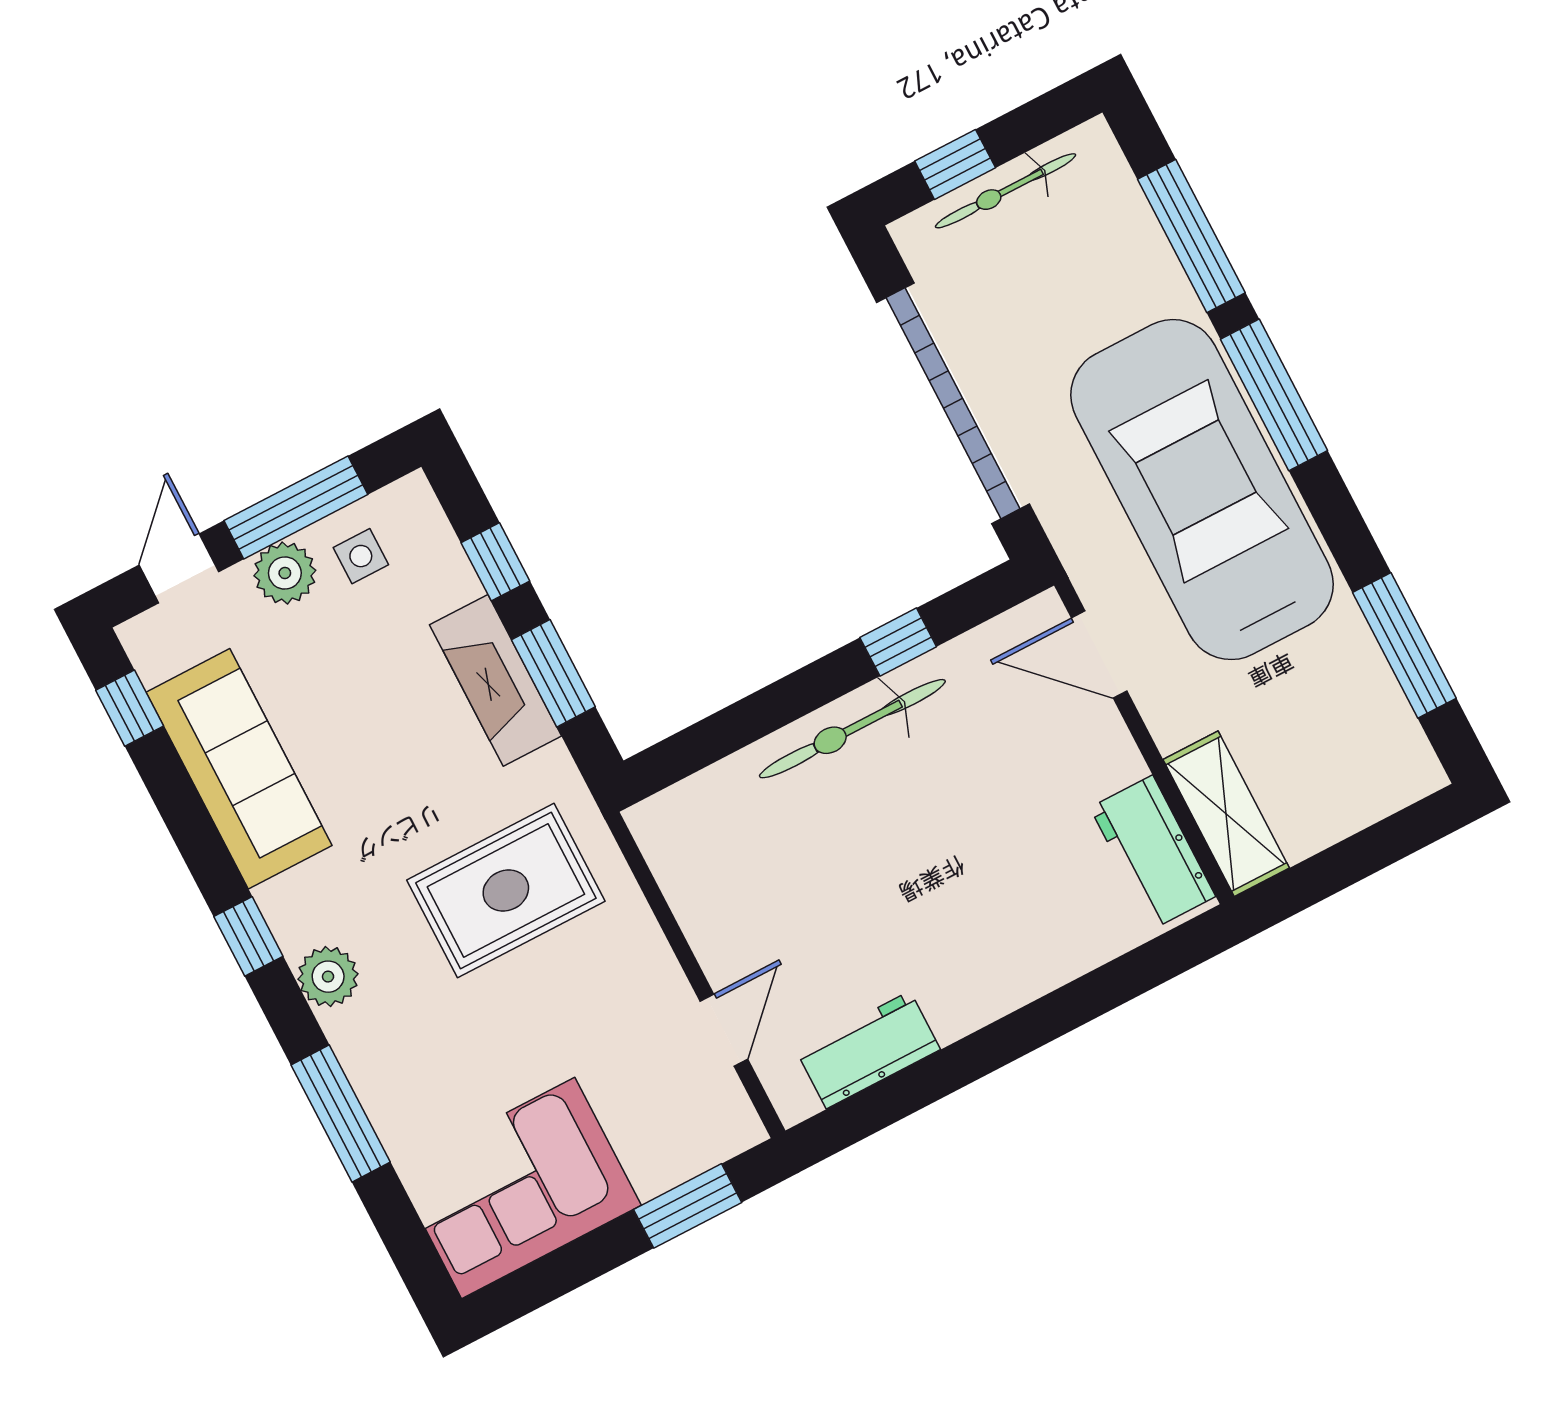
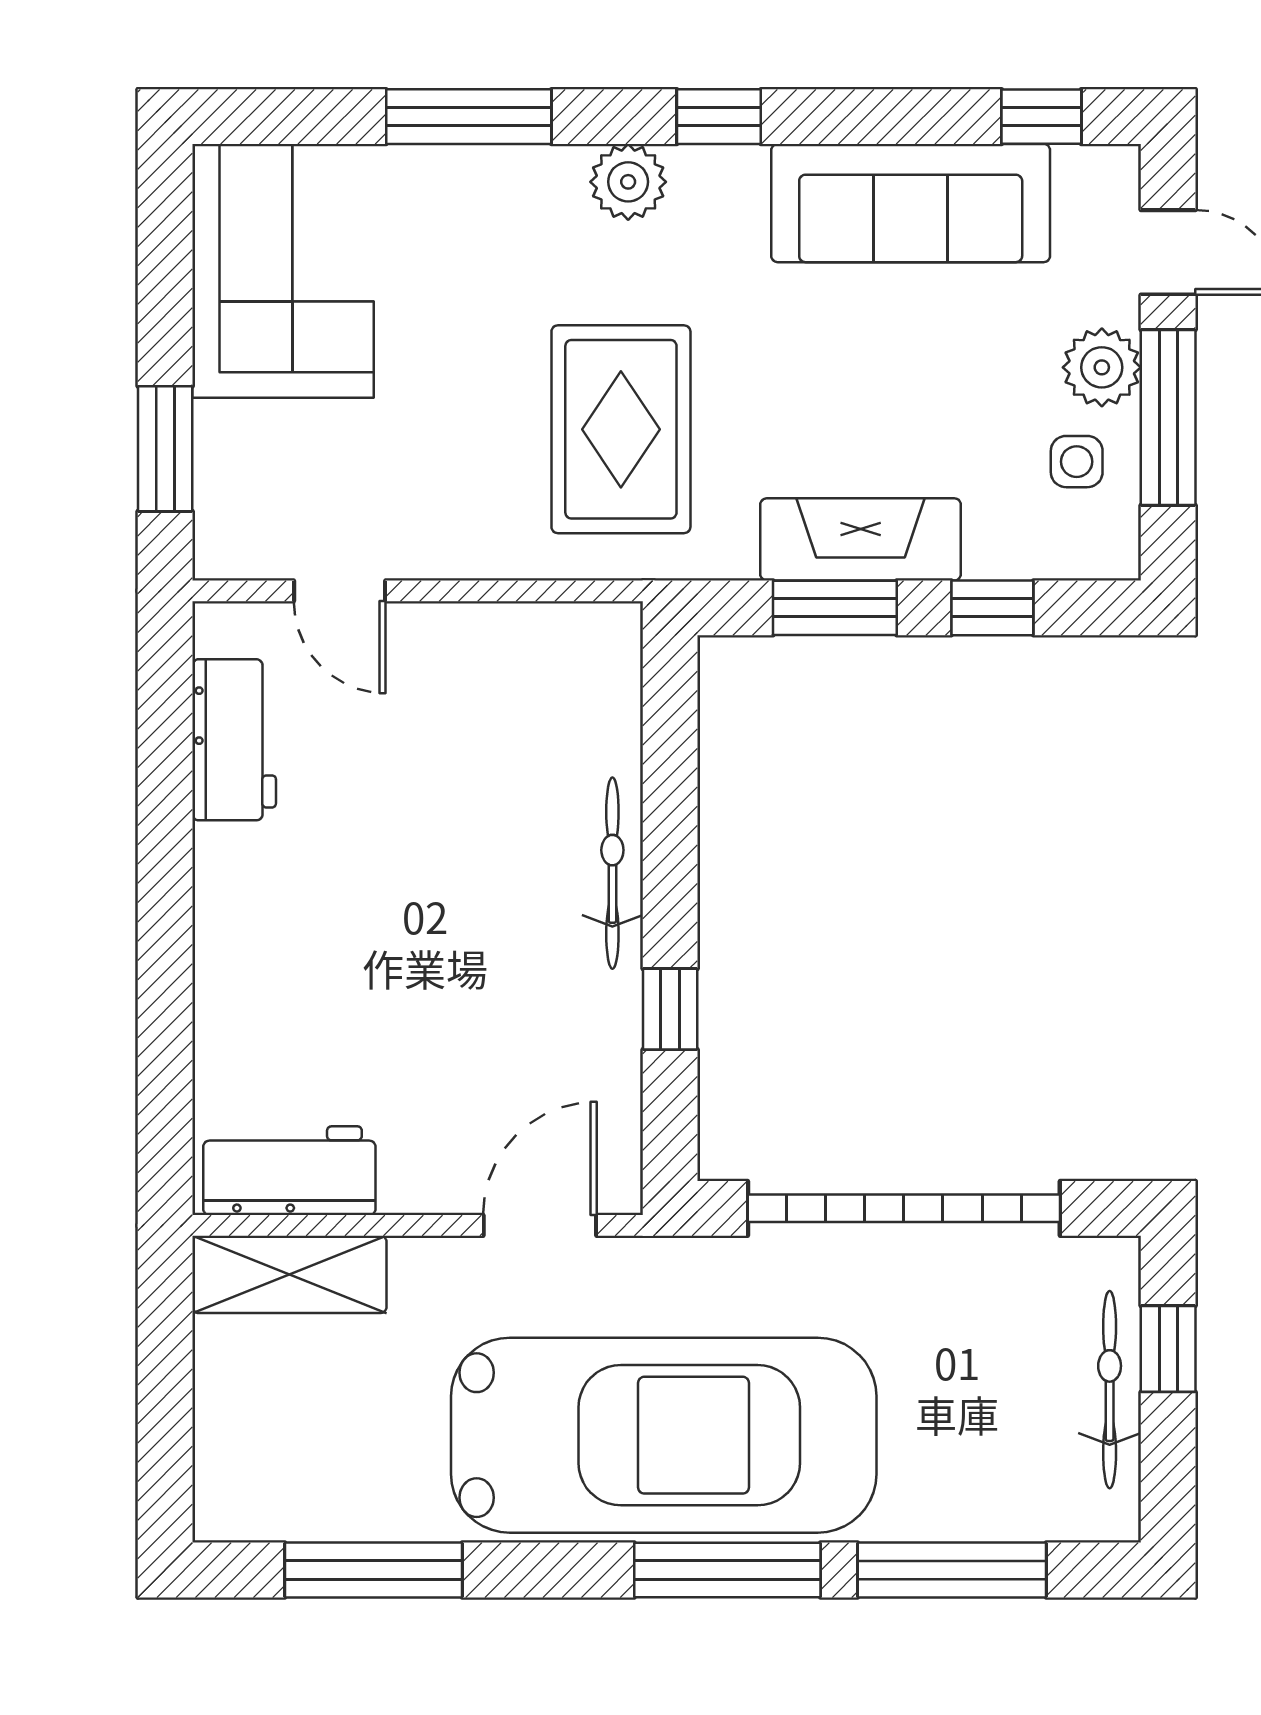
bicycle: (852, 729) -> (612, 873), width x0.73, depth x0.71

